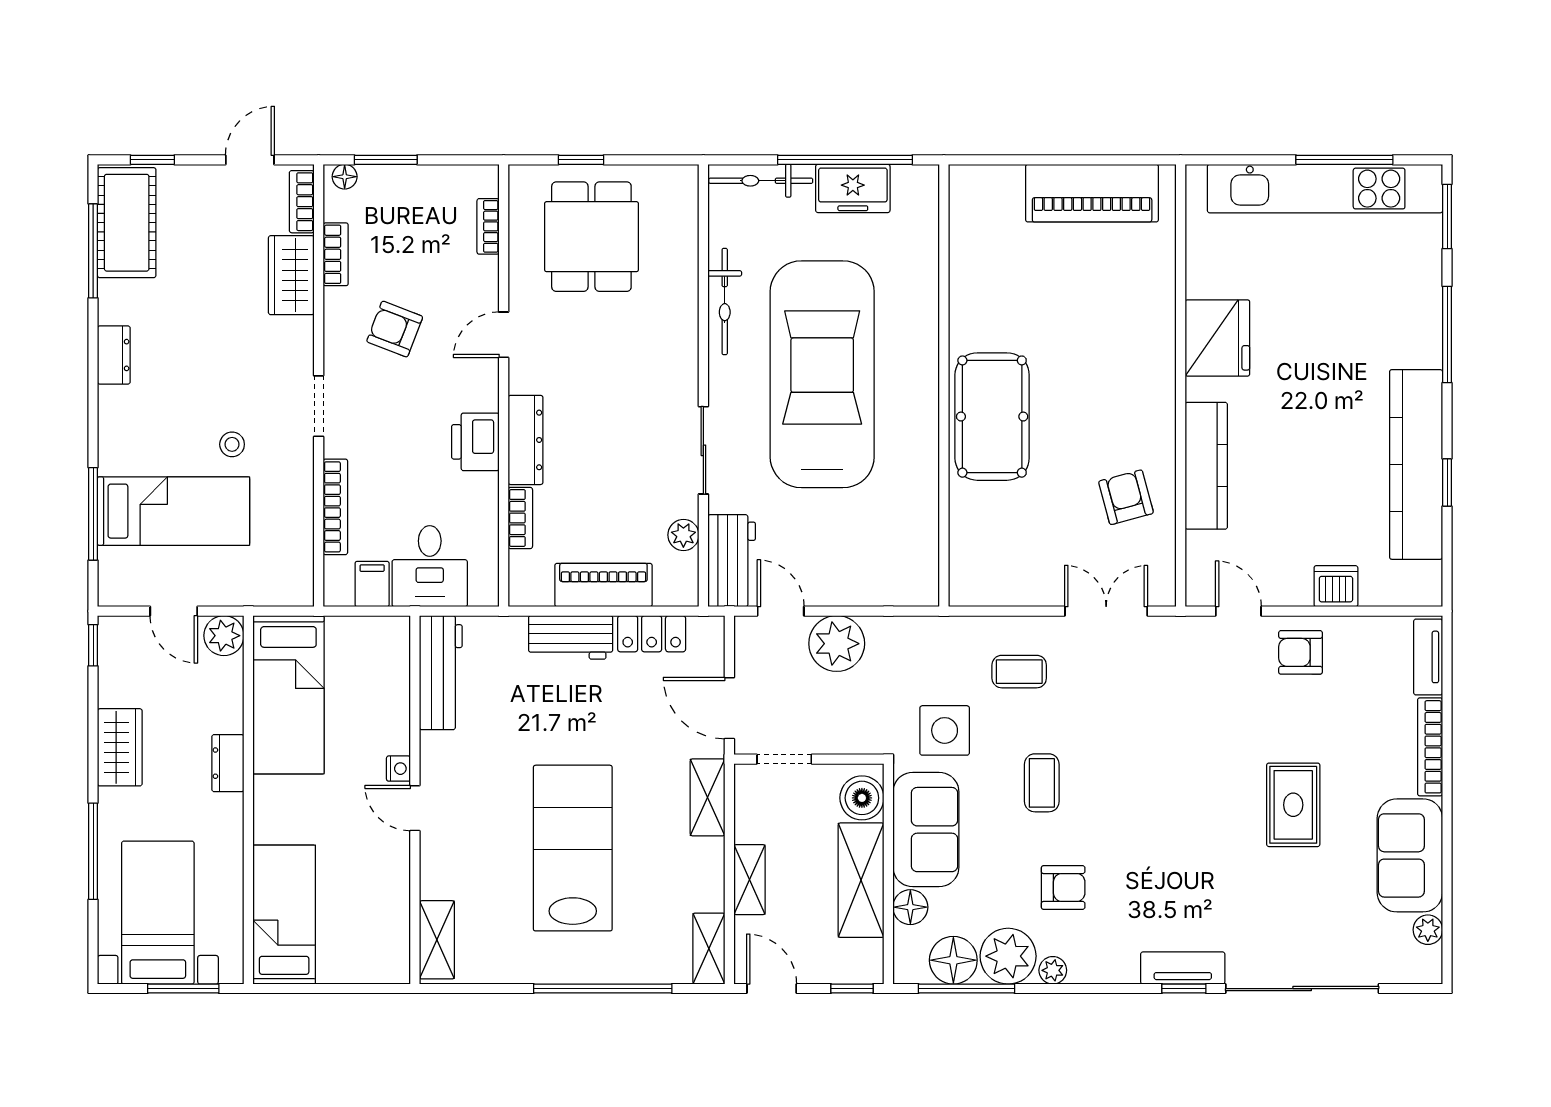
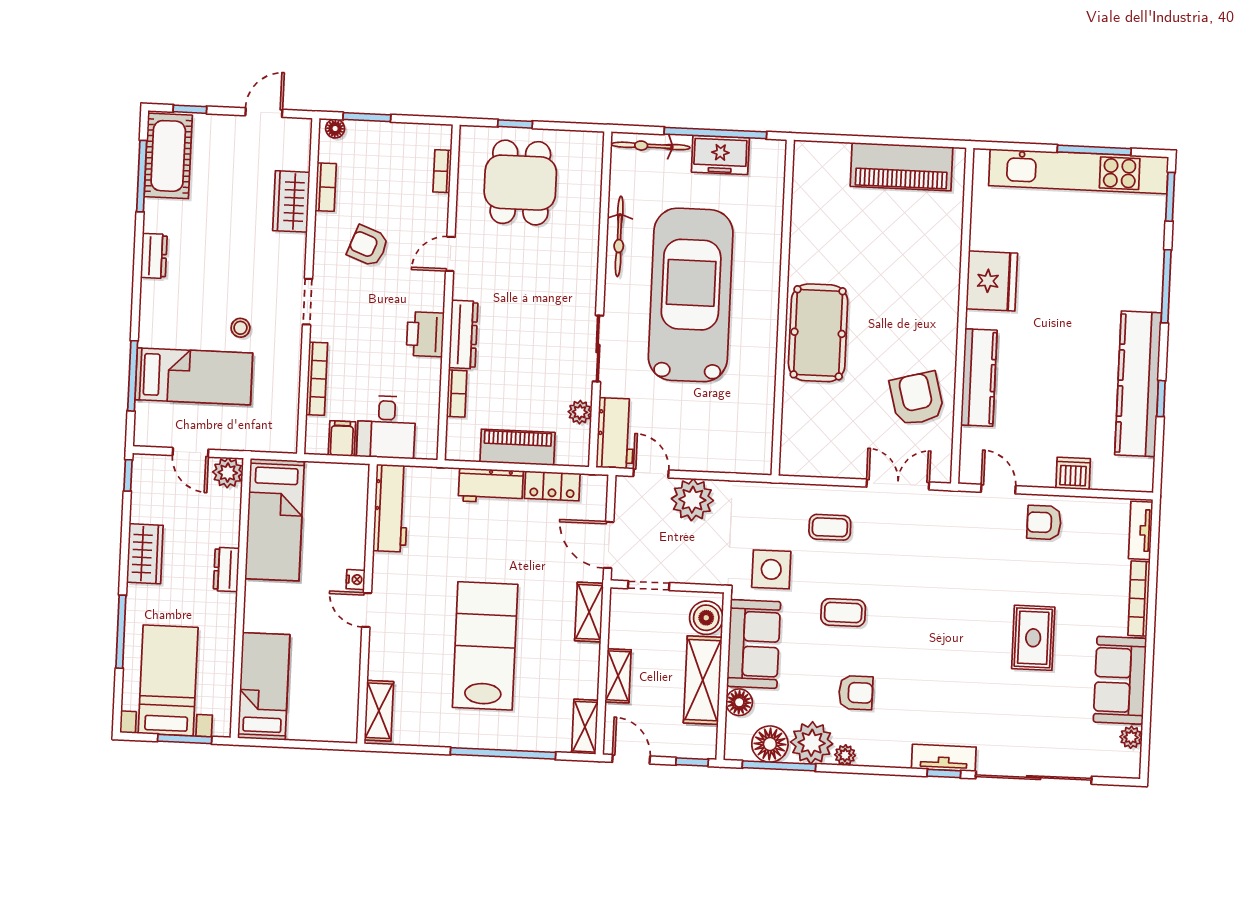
bookcase: (302, 202) -> (302, 146), removed
armchair: (1126, 497) -> (917, 399), width x1.38, depth x1.38
coffee table: (1042, 783) -> (843, 613), turned 90

